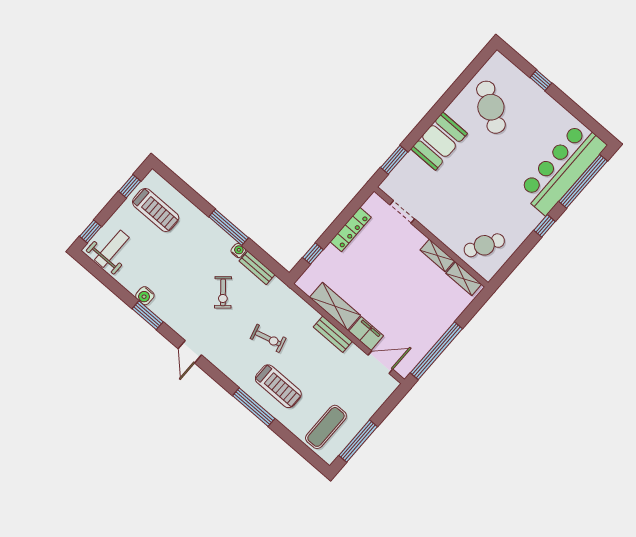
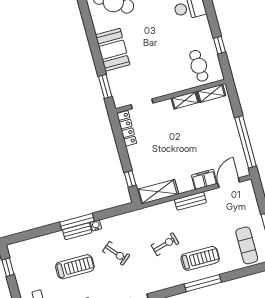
treadmill: (156, 210) -> (75, 267), moved
window: (545, 226) -> (219, 45), moved
locker: (351, 229) -> (127, 128), moved
cafe table: (484, 245) -> (199, 66), turned -34
bench: (257, 268) -> (77, 231), moved
shelving: (335, 306) -> (158, 192), moved

